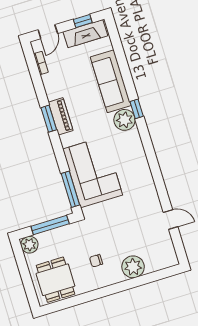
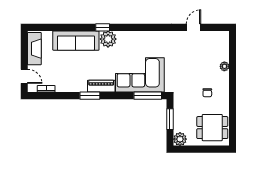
window: (83, 21) -> (24, 48), removed
piano: (61, 116) -> (101, 86), moved
window: (50, 225) -> (170, 119), width x0.69
plant: (133, 267) -> (224, 66), width x0.53, depth x0.53

